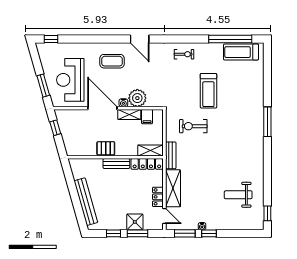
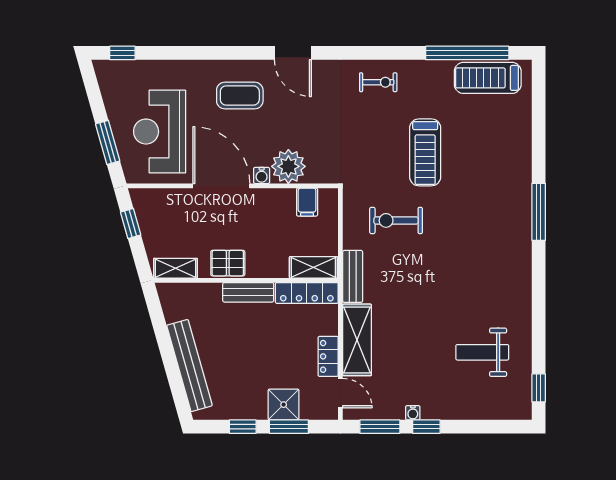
shelving: (129, 114) -> (176, 268), moved

